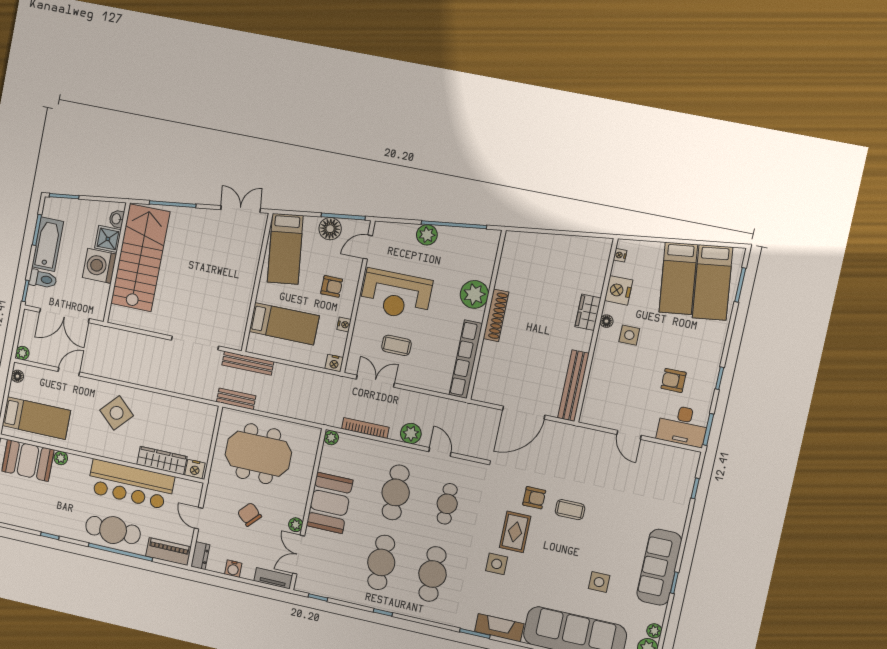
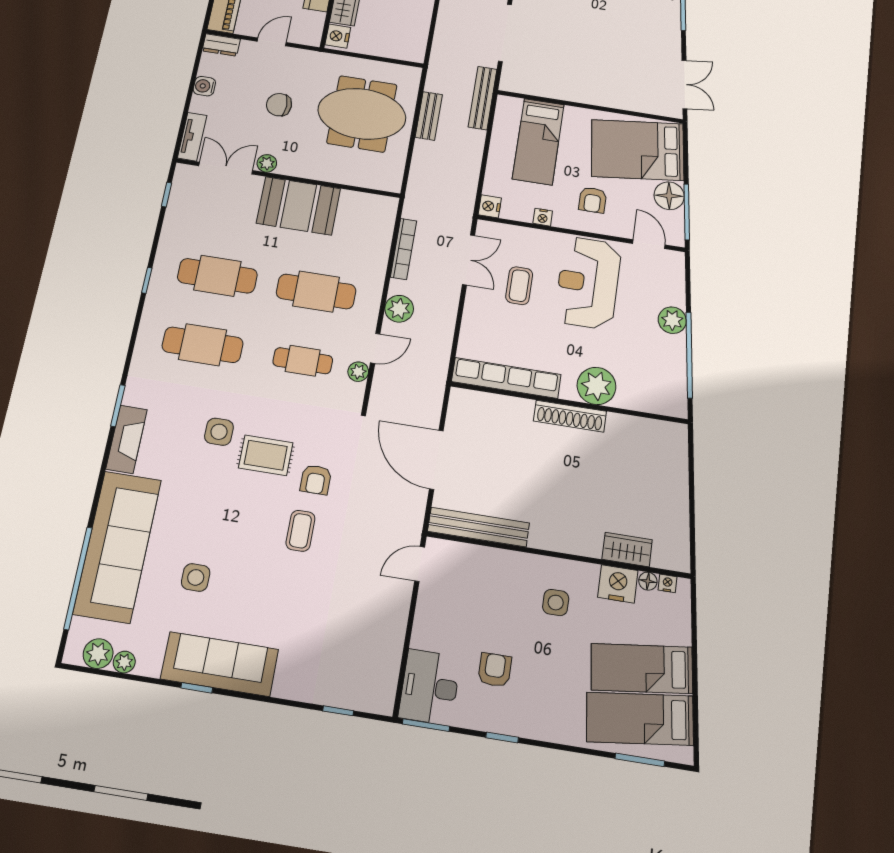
bed: (285, 249) -> (638, 150), width x1.50
wardrobe: (588, 312) -> (627, 550), moved
floor lamp: (606, 321) -> (648, 581), moved
bench: (236, 399) -> (429, 116), moved
door: (629, 435) -> (420, 564), moved
plant: (331, 438) -> (358, 372), moved
meeting table: (258, 454) -> (362, 114), turned 90
chair: (249, 514) -> (279, 105), turned -133

